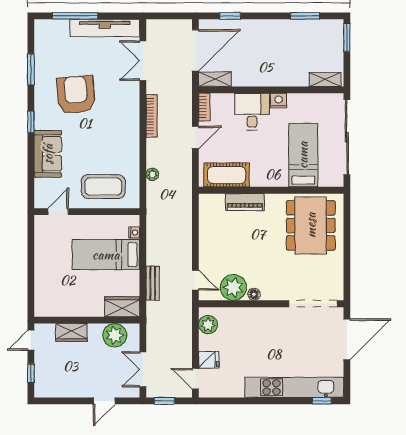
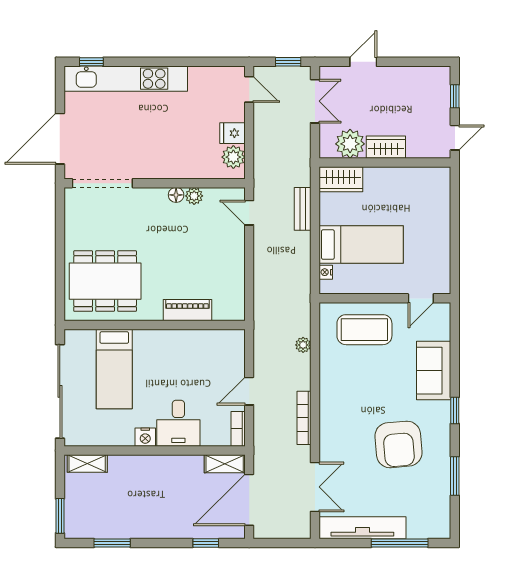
cot: (227, 175) -> (210, 344), removed
dining table: (311, 225) -> (105, 281), turned 90
plant: (233, 287) -> (194, 196), width x0.53, depth x0.53
wardrobe: (71, 333) -> (386, 147), moved
fridge: (209, 360) -> (232, 133), moved

